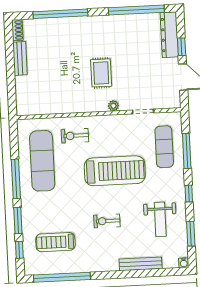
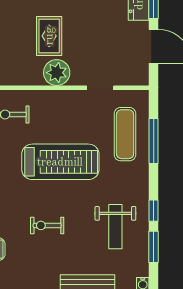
plant: (113, 106) -> (57, 73), width x1.88, depth x1.88
window: (189, 194) -> (154, 211), moved

